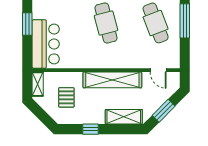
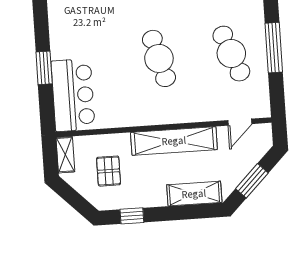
door: (158, 70) -> (240, 122), hinge flipped
window: (90, 129) -> (132, 216), moved

